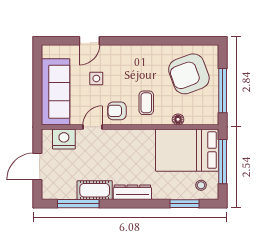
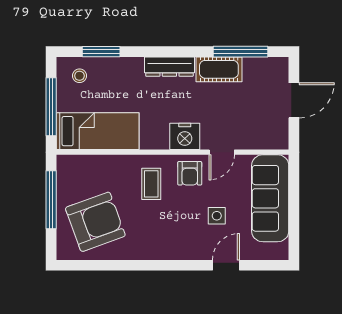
armchair: (117, 111) -> (190, 173), turned 90
floor lamp: (178, 119) -> (110, 162), removed
nightstand: (64, 139) -> (185, 136), moved
bed: (187, 150) -> (98, 131), width x0.67

